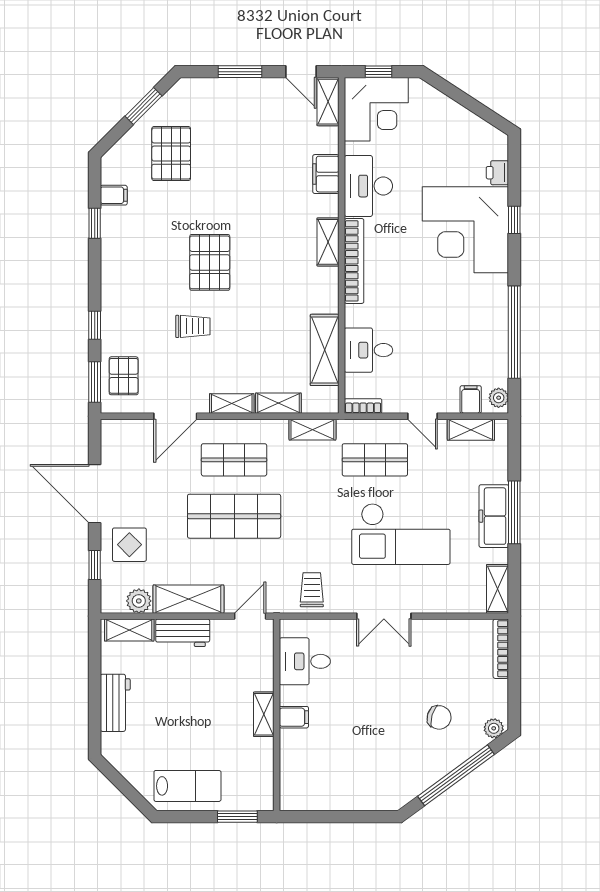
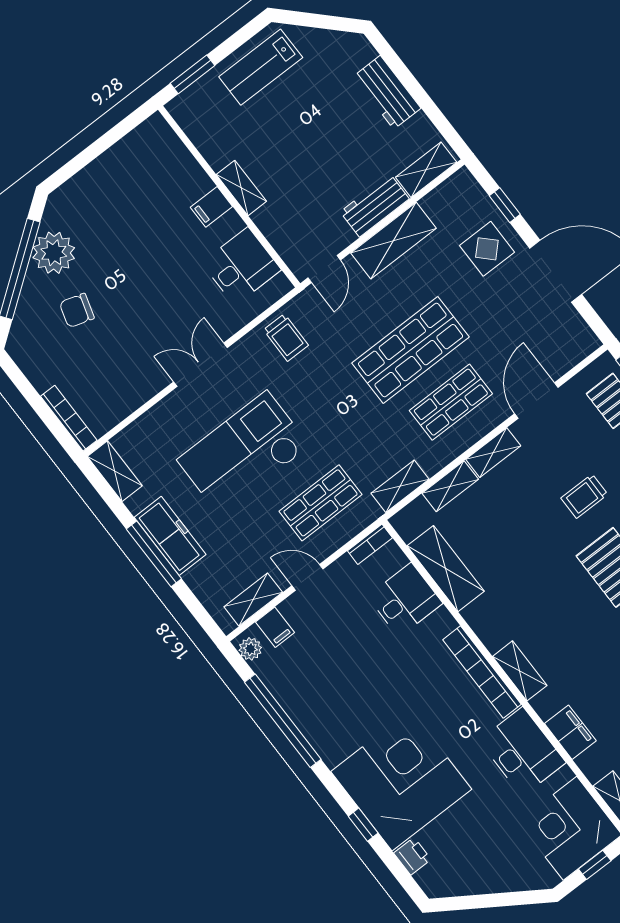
plant: (139, 601) -> (438, 203), removed
plant: (494, 728) -> (54, 253), moved, width x1.88, depth x1.88

